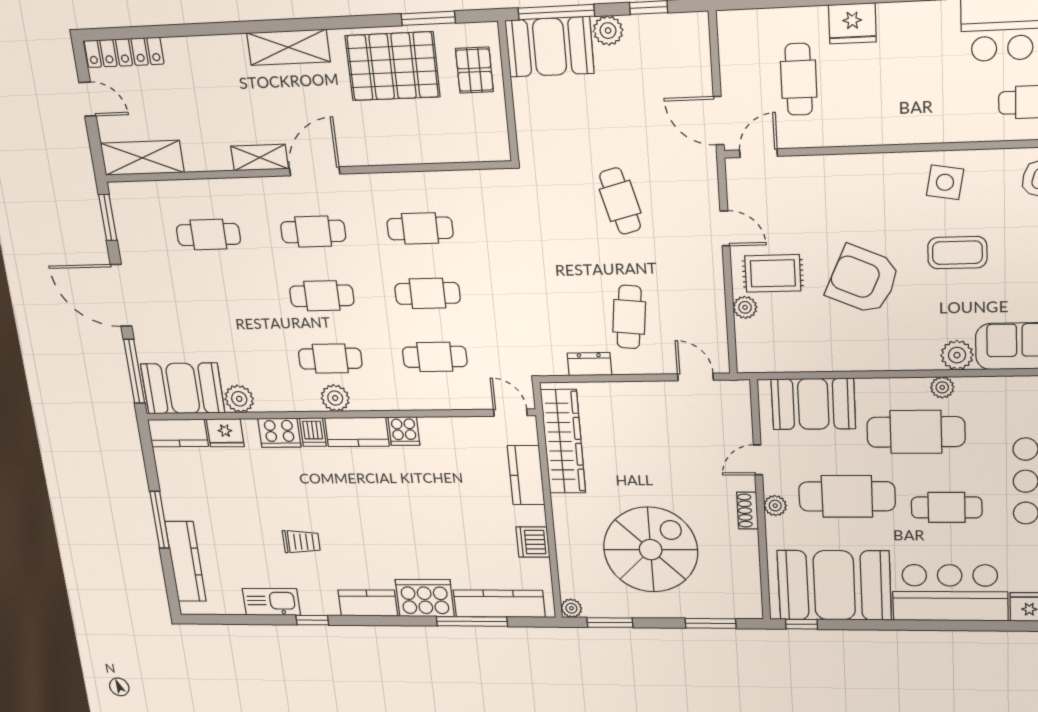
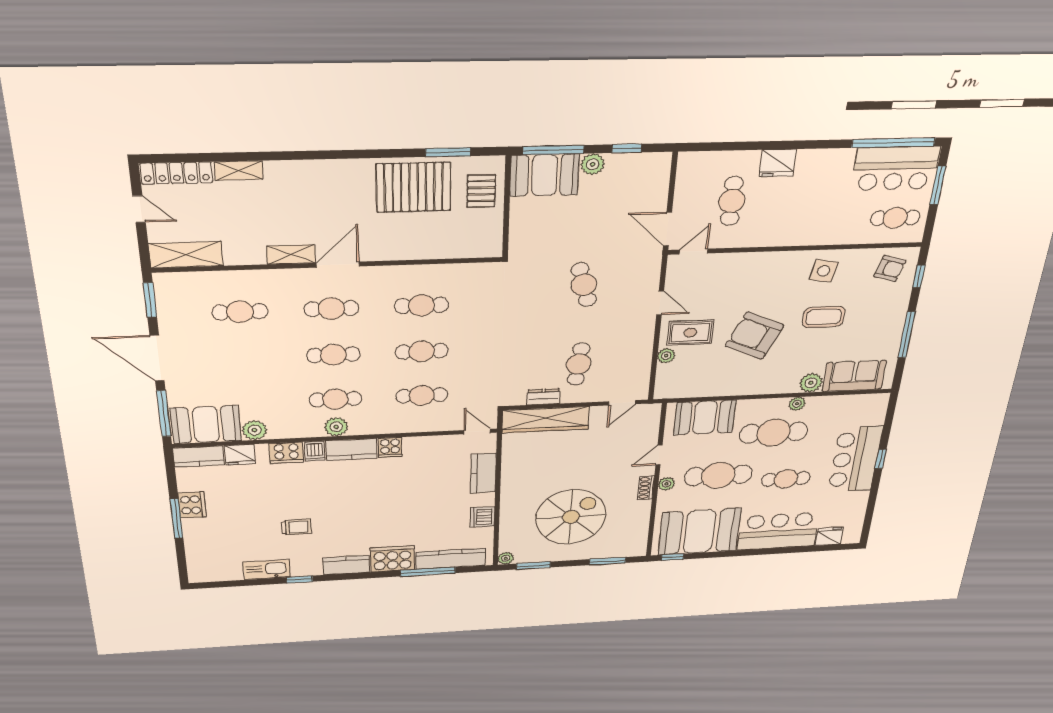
shelving: (288, 47) -> (239, 171), moved, width x0.67, depth x0.75
door: (695, 377) -> (622, 403), swing flipped
wardrobe: (563, 441) -> (546, 420), moved, turned 90
cooker: (176, 501) -> (192, 505), added
kitchen counter: (186, 562) -> (196, 546), removed

